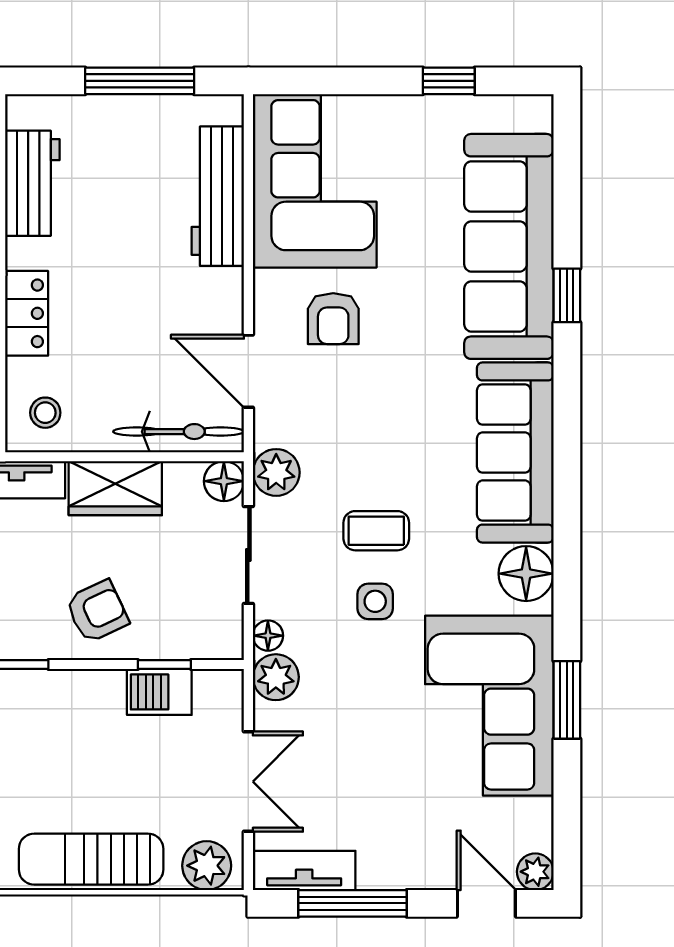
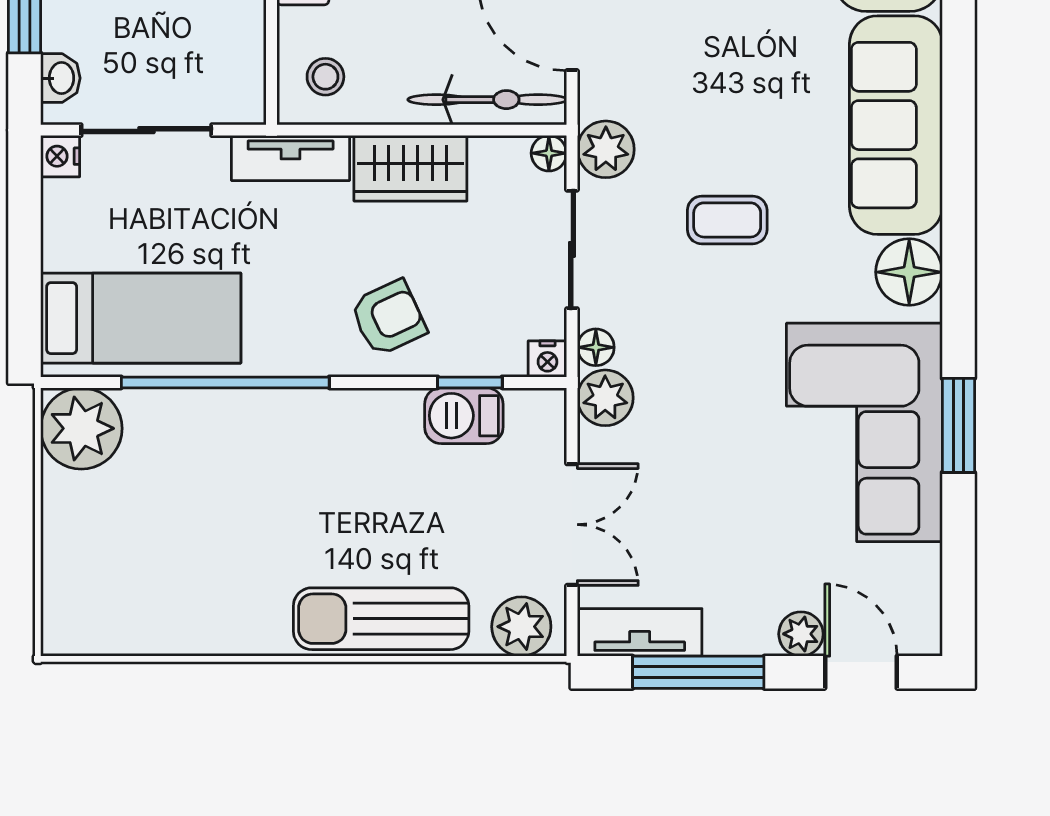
floor lamp: (224, 481) -> (549, 153), width x0.73, depth x0.73
side table: (375, 601) -> (726, 306), removed
nightstand: (228, 645) -> (547, 359), added
plant: (535, 872) -> (801, 634), moved

